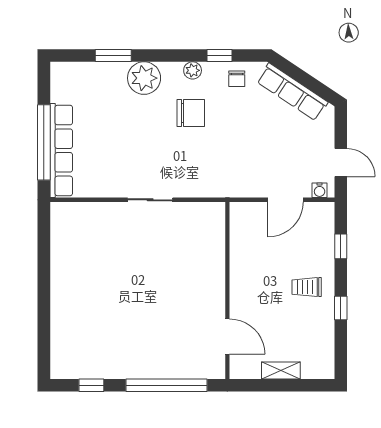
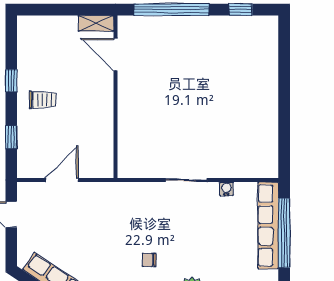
chair: (191, 113) -> (149, 260), width x0.54, depth x0.54
water cooler: (320, 190) -> (226, 189), moved
shelving: (281, 370) -> (96, 23), moved

